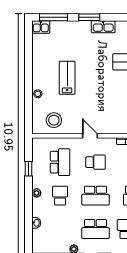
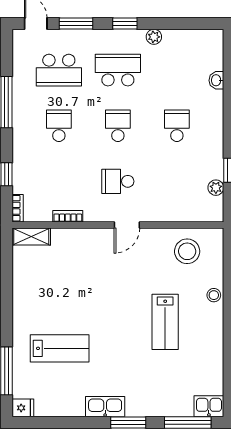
door: (90, 136) -> (127, 225), hinge flipped
school desk: (60, 162) -> (177, 181), removed
plant: (37, 193) -> (216, 188), moved
school desk: (60, 196) -> (177, 126), turned 180
school desk: (96, 196) -> (118, 126), width x0.54

